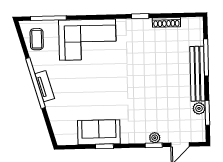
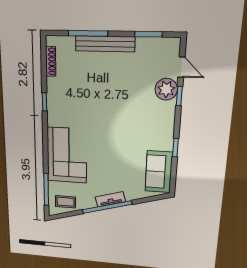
shoe rack: (166, 22) -> (51, 61), moved
plant: (199, 108) -> (143, 44), removed
sofa: (99, 132) -> (159, 172), moved
plant: (155, 138) -> (166, 89), width x1.87, depth x1.87

